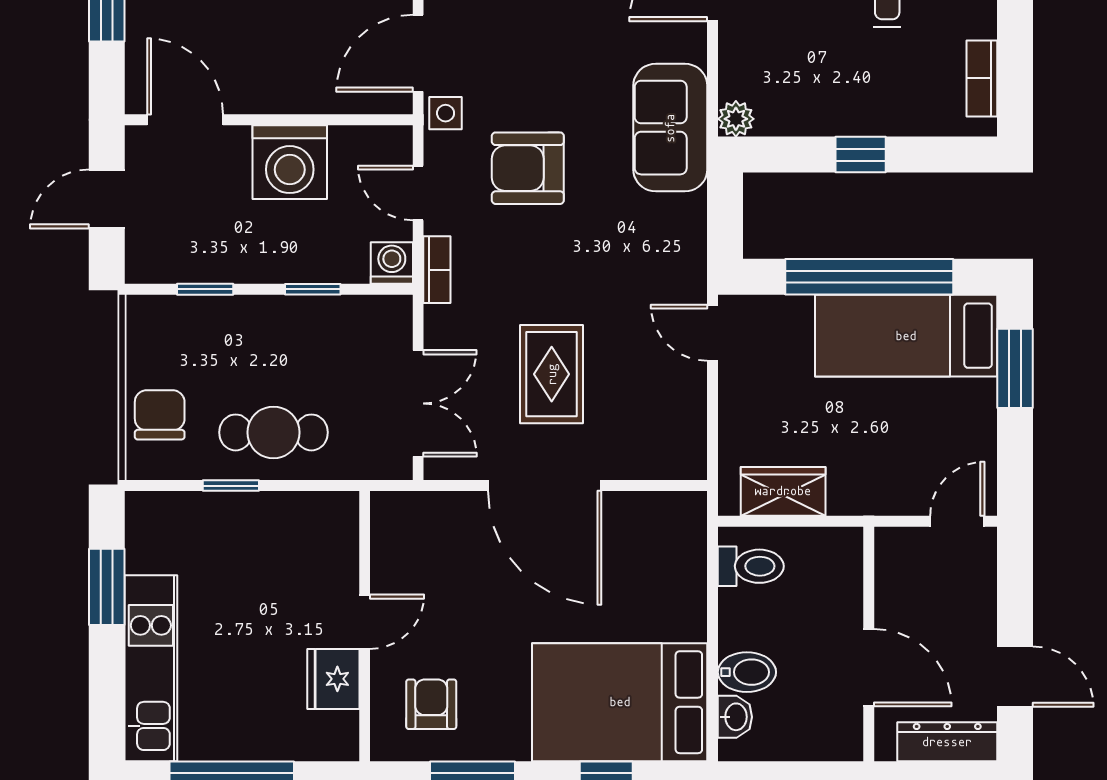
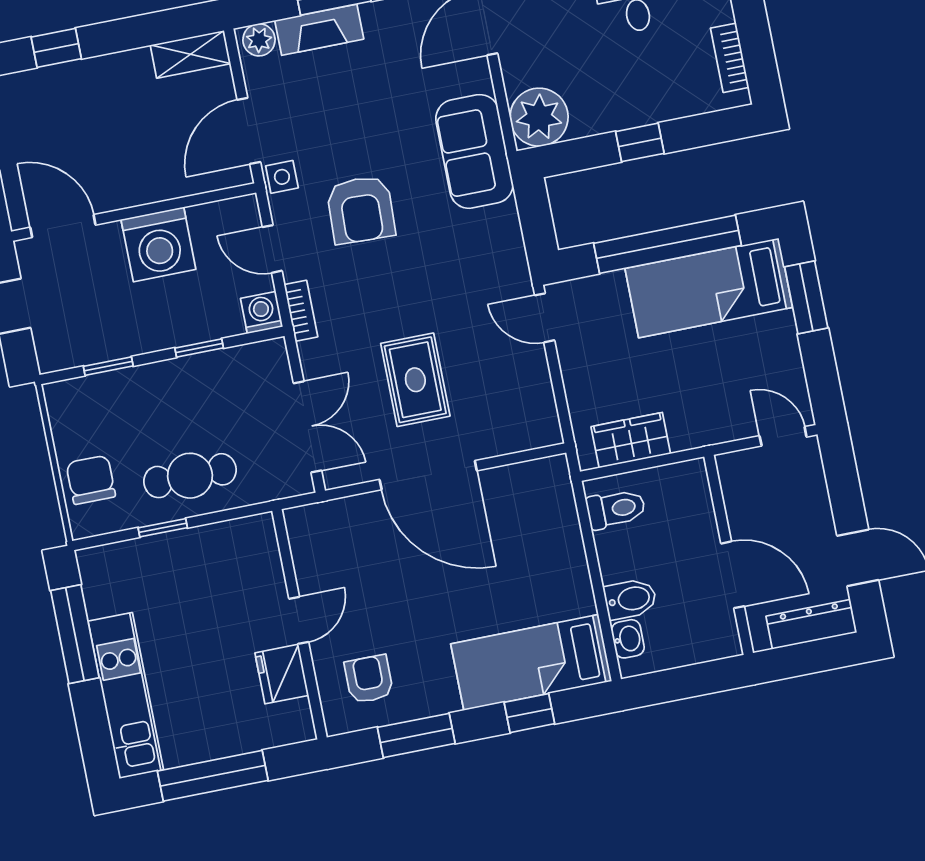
plant: (736, 119) -> (539, 117), width x1.88, depth x1.88
armchair: (528, 168) -> (361, 210), turned -88
door: (957, 521) -> (783, 436), hinge flipped
window: (107, 587) -> (75, 634), width x1.44
bed: (620, 702) -> (531, 662), width x0.67

